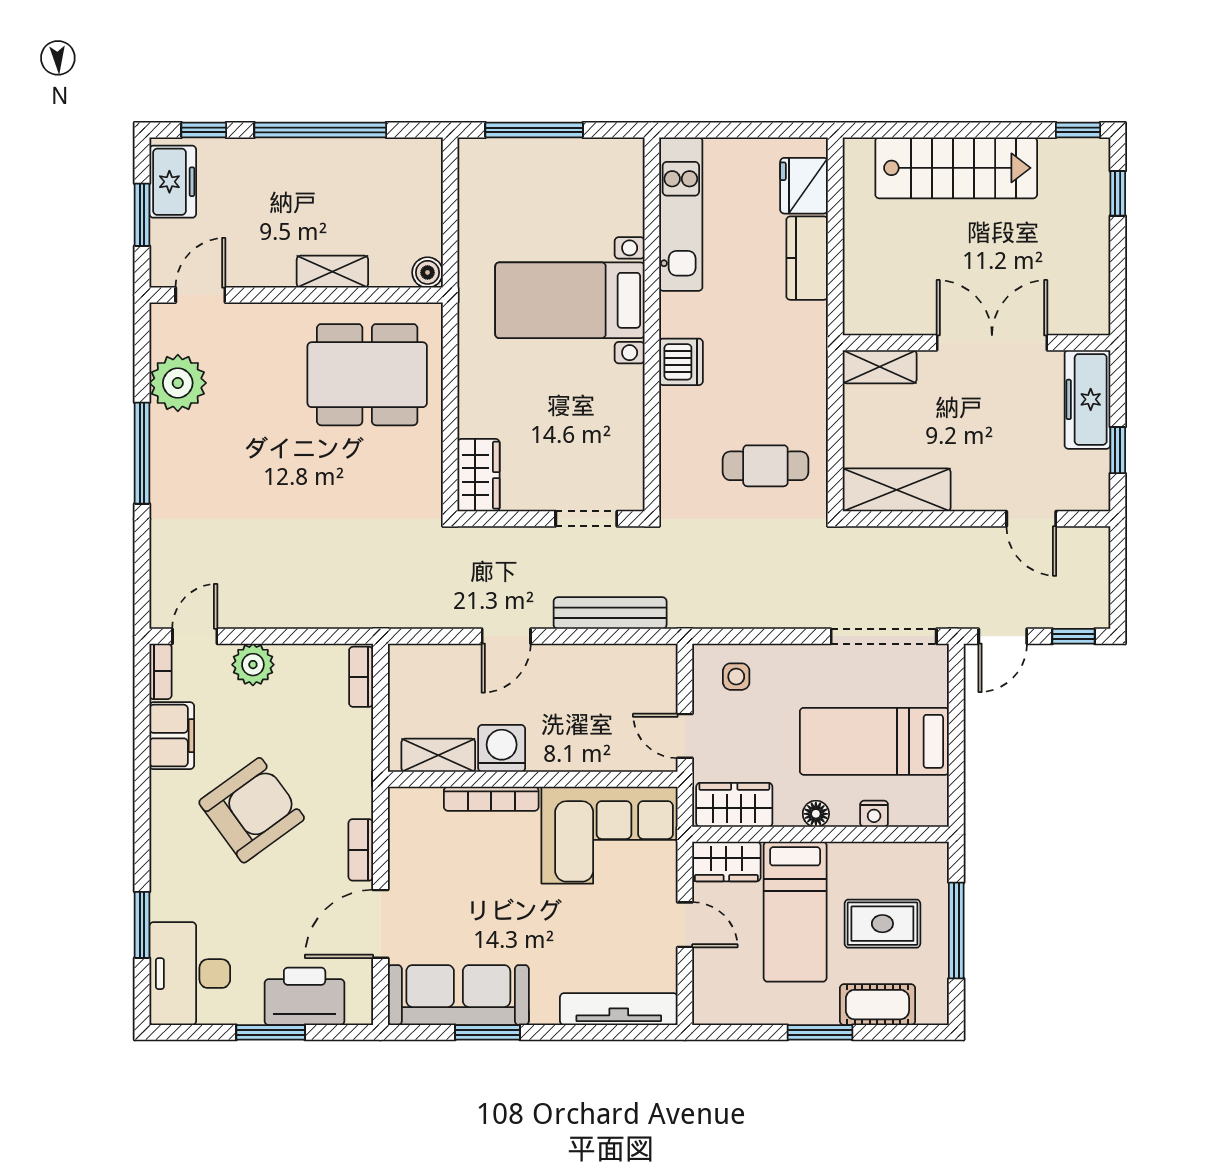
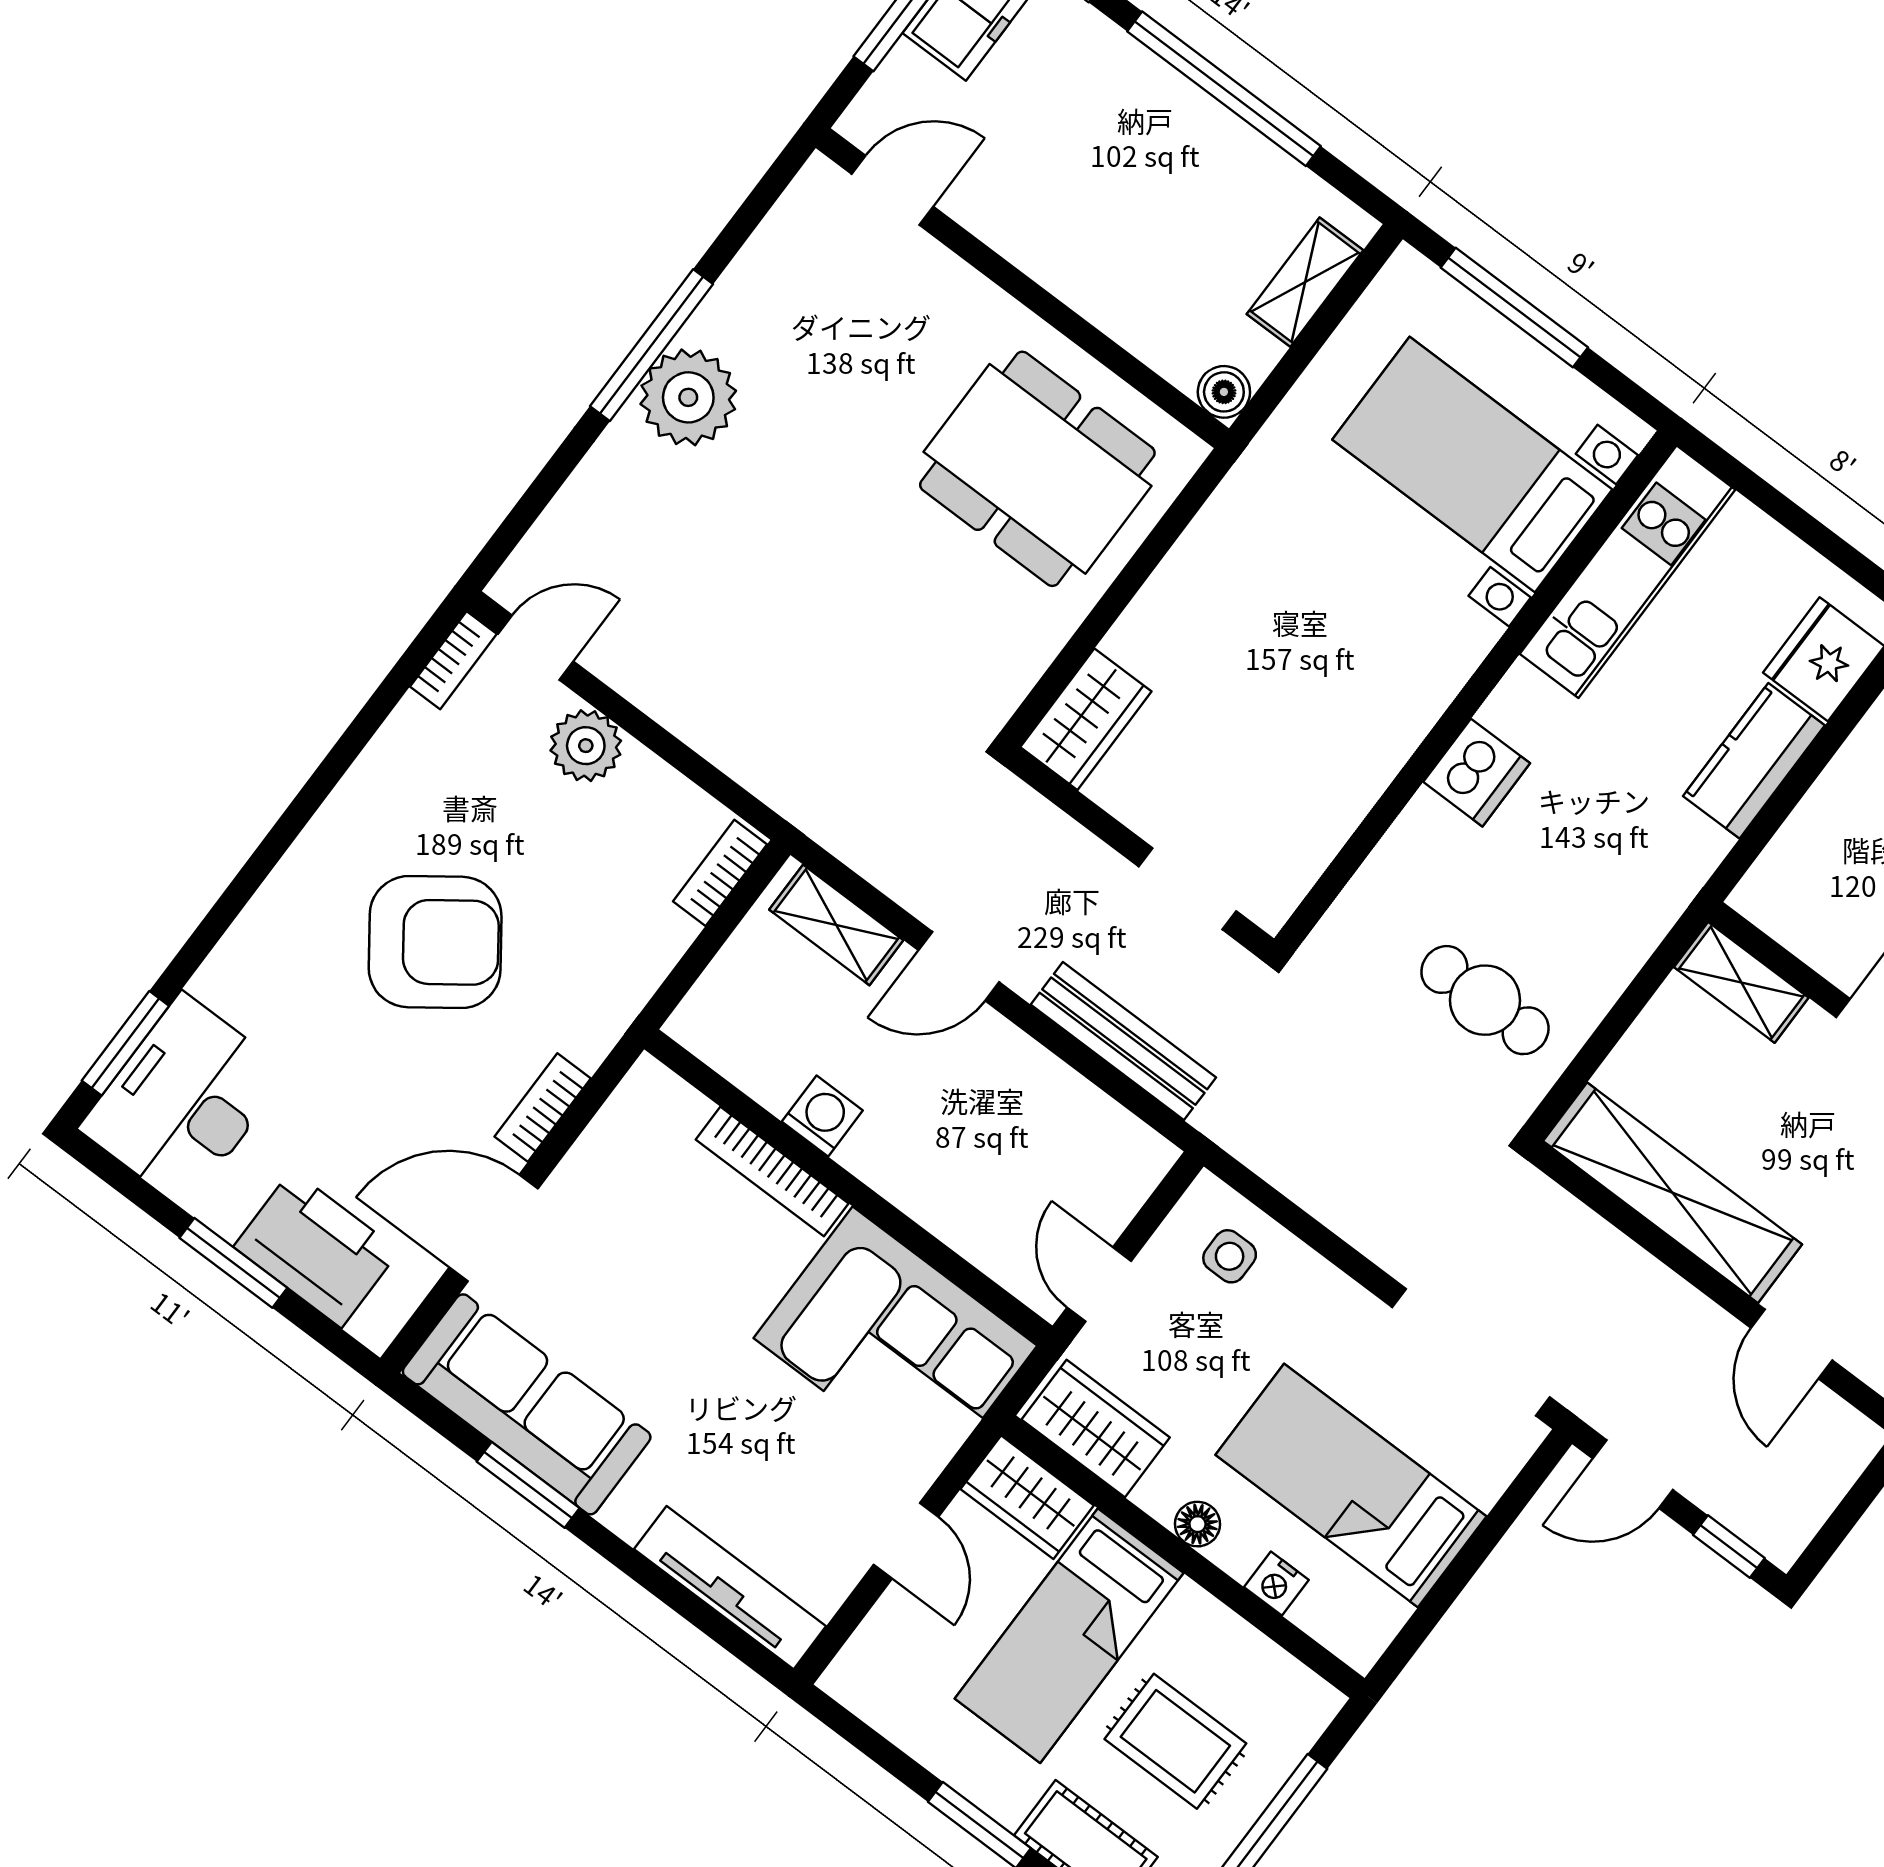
shelving: (332, 272) -> (1305, 282), moved, turned 90
bed with nightstands: (570, 300) -> (1472, 465), moved
plant: (178, 383) -> (688, 397), moved
shelving: (897, 490) -> (1673, 1193), width x1.47
filing cabinet: (172, 736) -> (403, 759), removed
washing machine: (502, 748) -> (822, 1116), width x0.73, depth x0.73
shelving: (438, 755) -> (836, 925), moved
window: (142, 925) -> (125, 1043), moved

